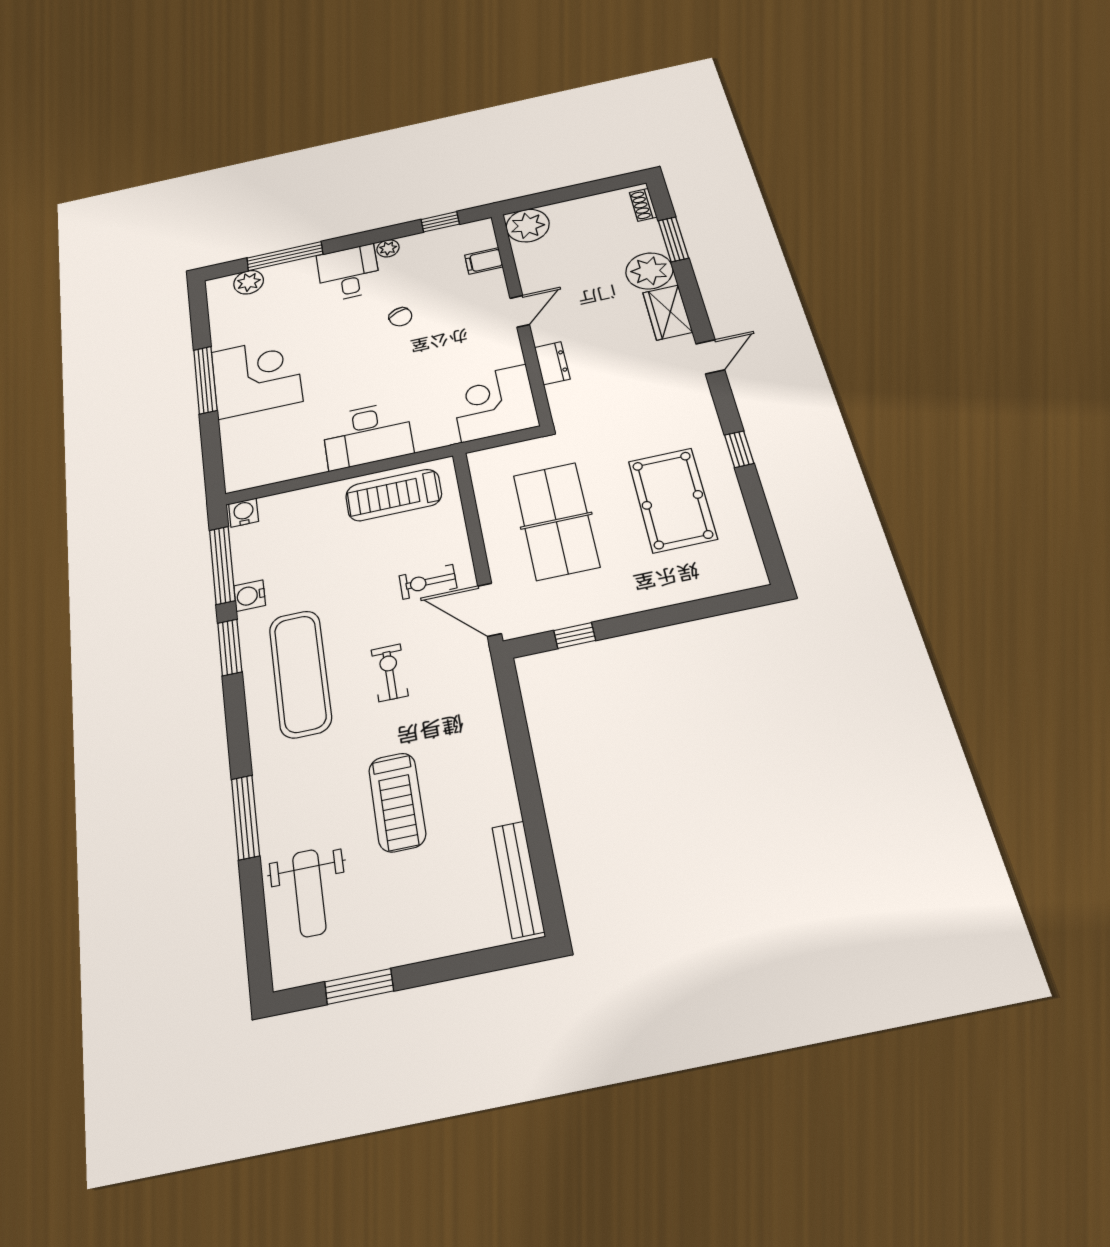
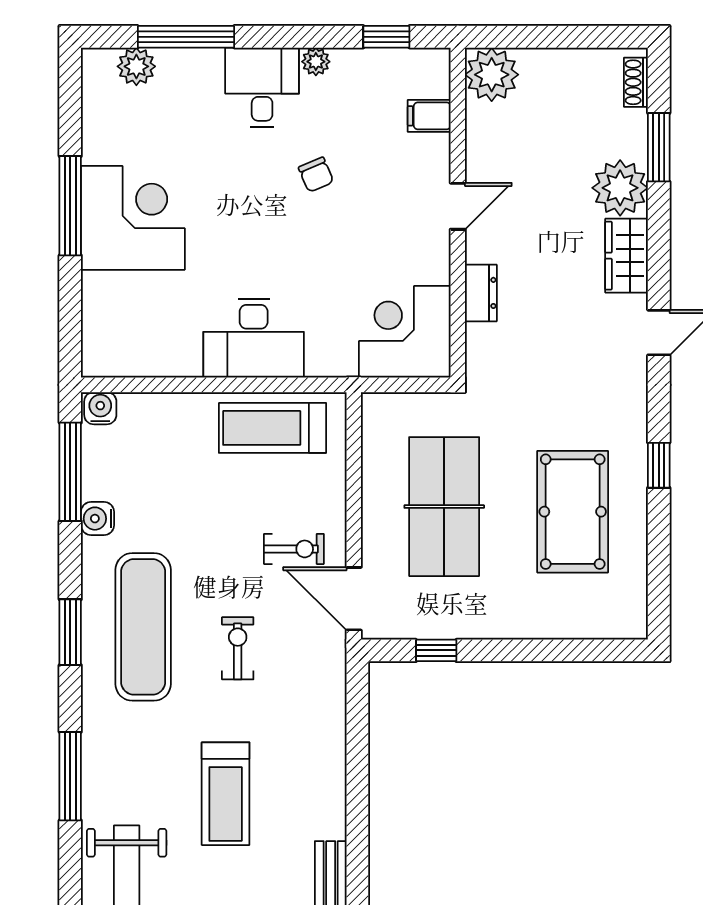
exercise bike: (428, 582) -> (294, 549), turned 180
window: (230, 647) -> (70, 632), moved

